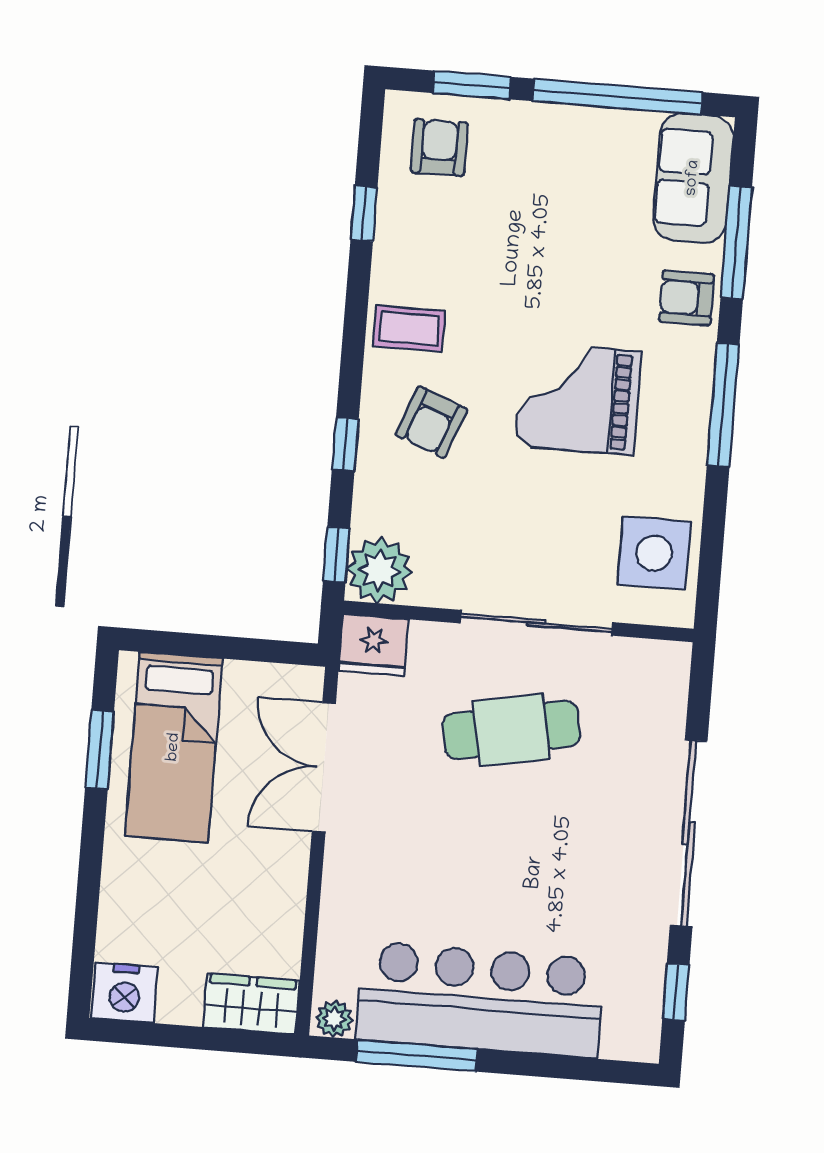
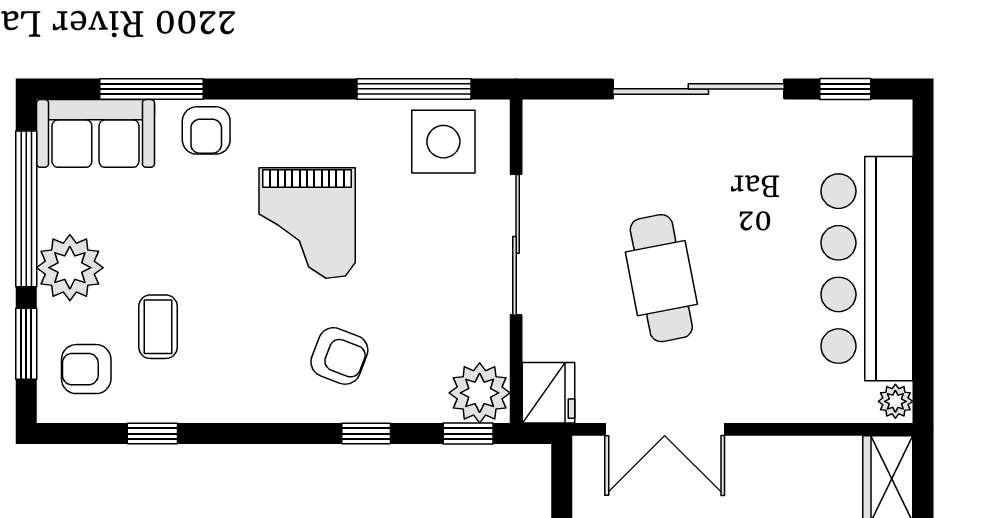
plant: (550, 139) -> (70, 268), added
coffee table: (409, 329) -> (158, 327), moved
window: (723, 405) -> (414, 89), moved
cafe table: (511, 730) -> (661, 278), moved
window: (417, 1056) -> (923, 323), removed

